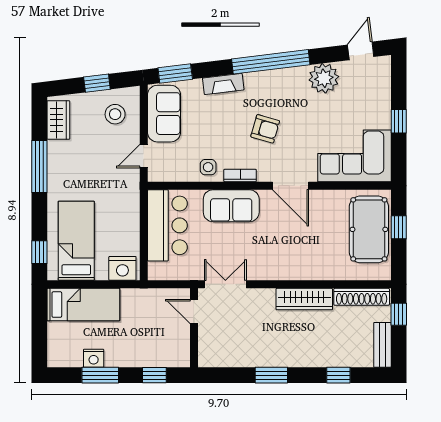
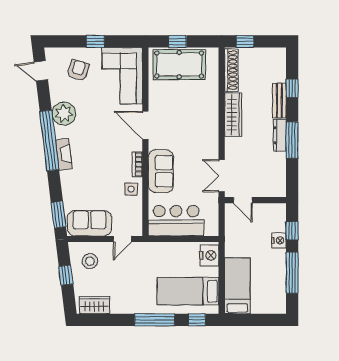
plant: (324, 78) -> (64, 114), moved
fireplace: (223, 84) -> (64, 154), moved
armchair: (265, 129) -> (78, 70), moved
door: (144, 156) -> (122, 239), hinge flipped
window: (39, 166) -> (155, 320), moved
door: (291, 186) -> (145, 125), swing flipped
door: (194, 312) -> (243, 200), hinge flipped
bench: (382, 345) -> (279, 100), moved, turned 90
nightstand: (94, 358) -> (279, 240), moved
dresser: (278, 359) -> (280, 135), added
window: (100, 375) -> (292, 273), width x1.44
window: (271, 375) -> (292, 140), width x1.44

